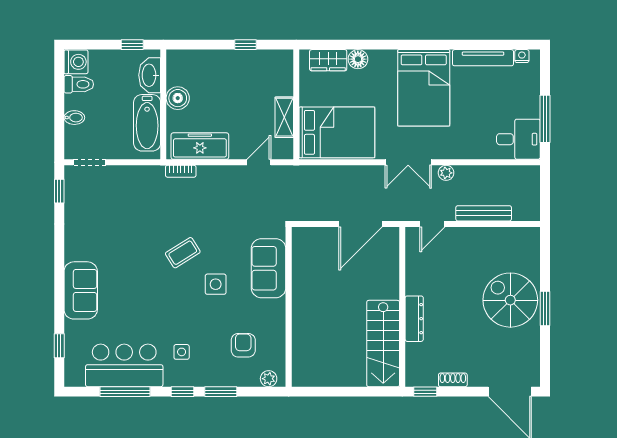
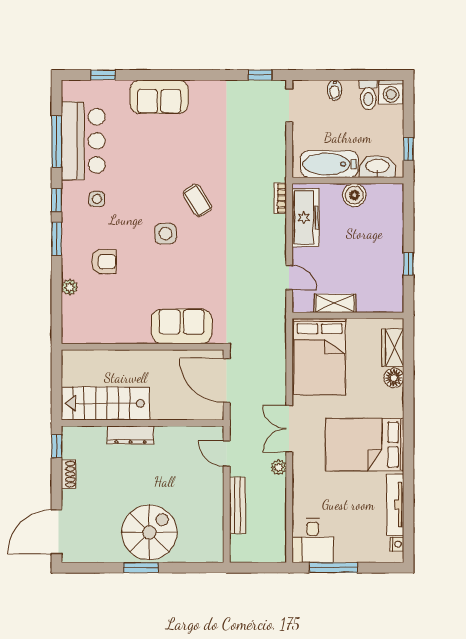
sofa: (269, 268) -> (182, 326), moved
wall: (289, 307) -> (143, 347), moved

